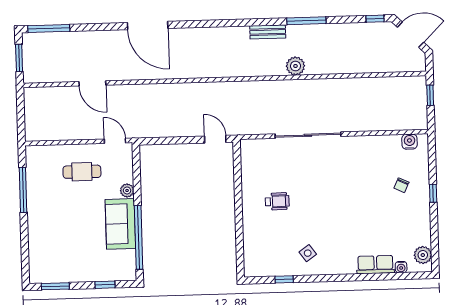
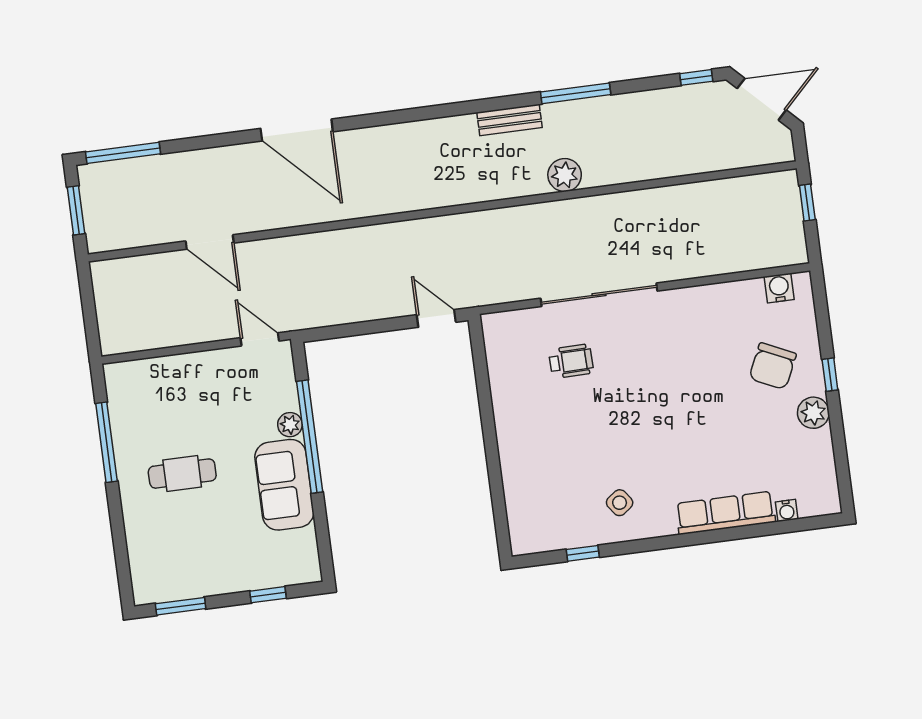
cafe table: (82, 172) -> (182, 474), moved
chair: (401, 185) -> (773, 366), width x1.87, depth x1.87
wheelchair: (277, 201) -> (571, 361), moved
window: (139, 237) -> (310, 437), moved
plant: (423, 255) -> (813, 413), moved
row of seats: (375, 265) -> (725, 513), width x1.48

